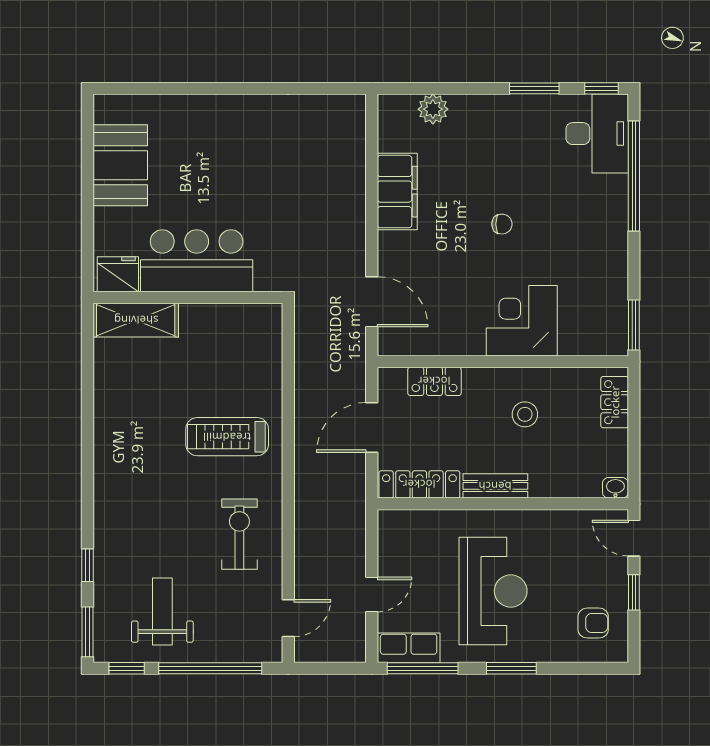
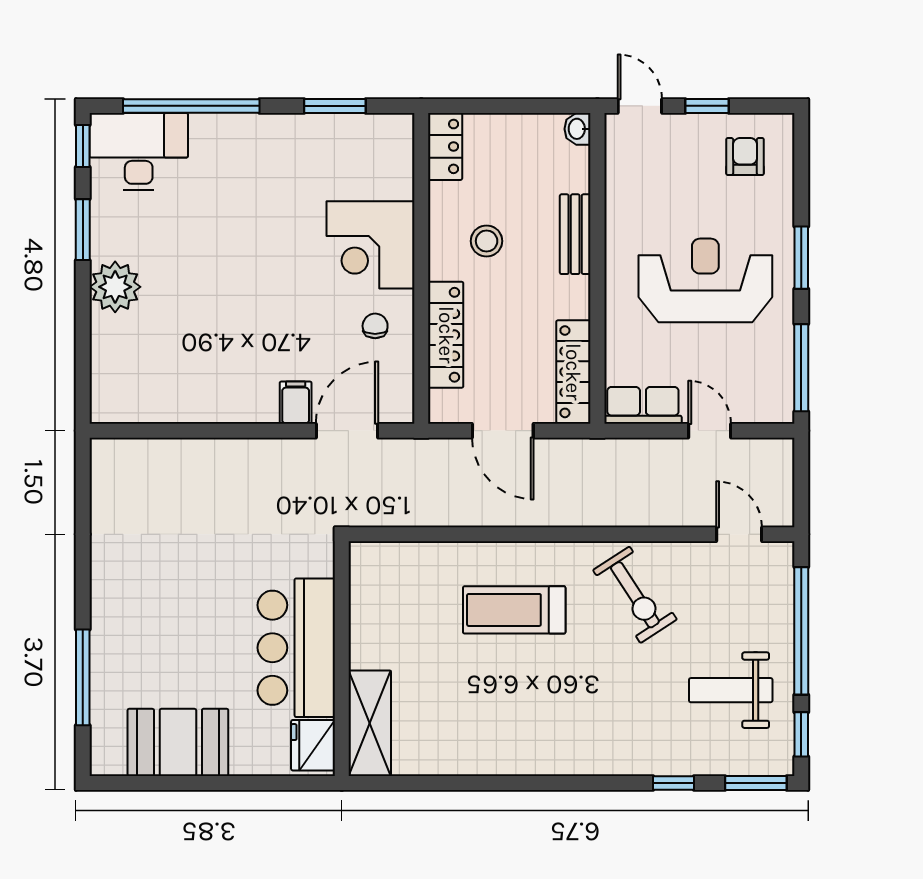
window: (173, 88) -> (83, 677), added
plant: (433, 109) -> (115, 287), moved, width x1.36, depth x1.36
filing cabinet: (397, 192) -> (296, 403), moved, width x0.33, depth x0.86
chair: (502, 224) -> (375, 326), moved
window: (634, 325) -> (335, 106), moved
locker: (434, 381) -> (446, 335), width x1.53
locker: (615, 402) -> (445, 146), moved, turned -90
treadmill: (227, 437) -> (514, 610), turned 90
bench: (495, 486) -> (575, 234), moved
exercise bike: (239, 534) -> (635, 595), turned -123
door: (634, 538) -> (640, 106), swing flipped
row of seats: (409, 648) -> (643, 405), moved, turned 90

